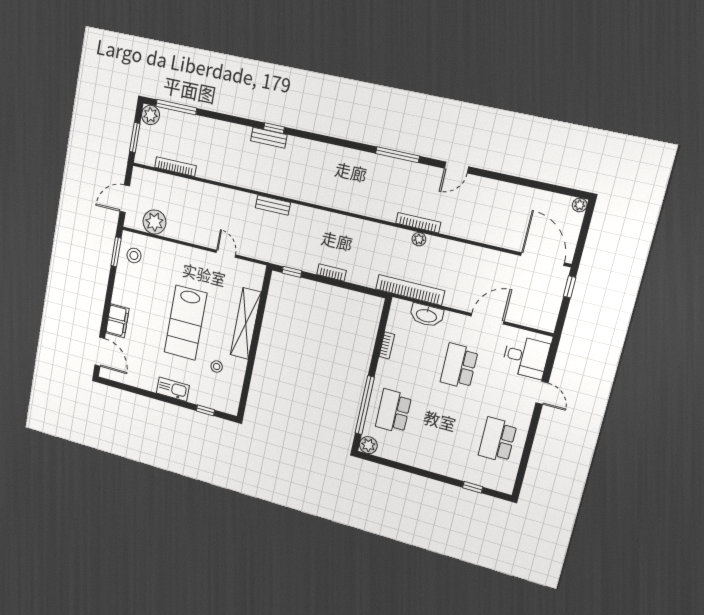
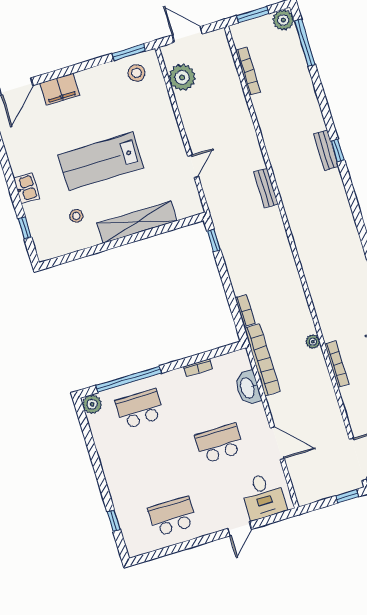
bookcase: (418, 223) -> (337, 364), moved
bookcase: (331, 272) -> (245, 311), moved
kitchen sink: (173, 389) -> (27, 188), width x0.73

